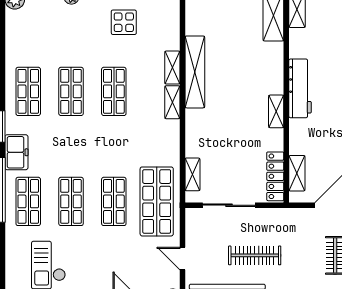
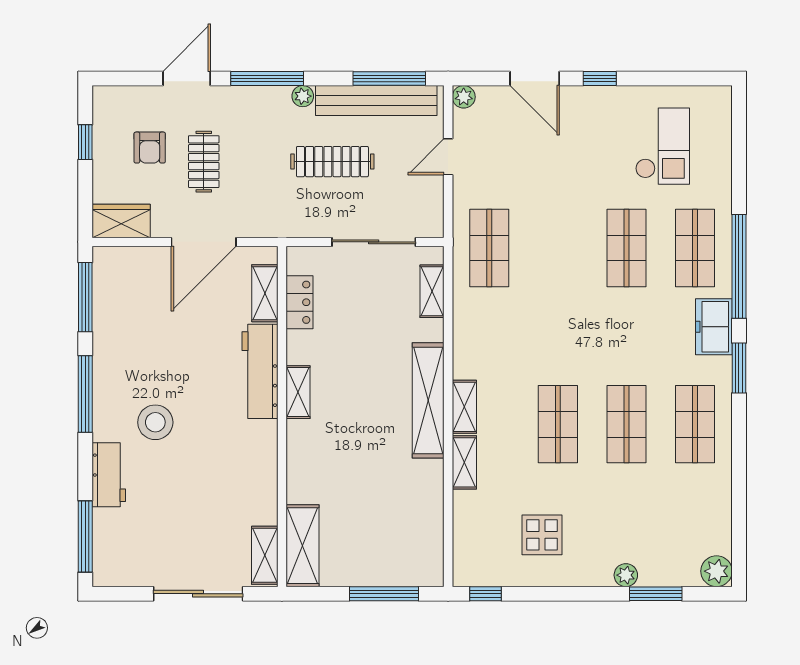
shelving: (195, 72) -> (428, 400), moved
workbench: (300, 88) -> (260, 371), moved
locker: (275, 176) -> (300, 302), width x0.66
shop shelf: (114, 201) -> (558, 248), removed
shop shelf: (157, 201) -> (489, 248), width x0.70, depth x0.74
door: (182, 258) -> (448, 157), swing flipped

